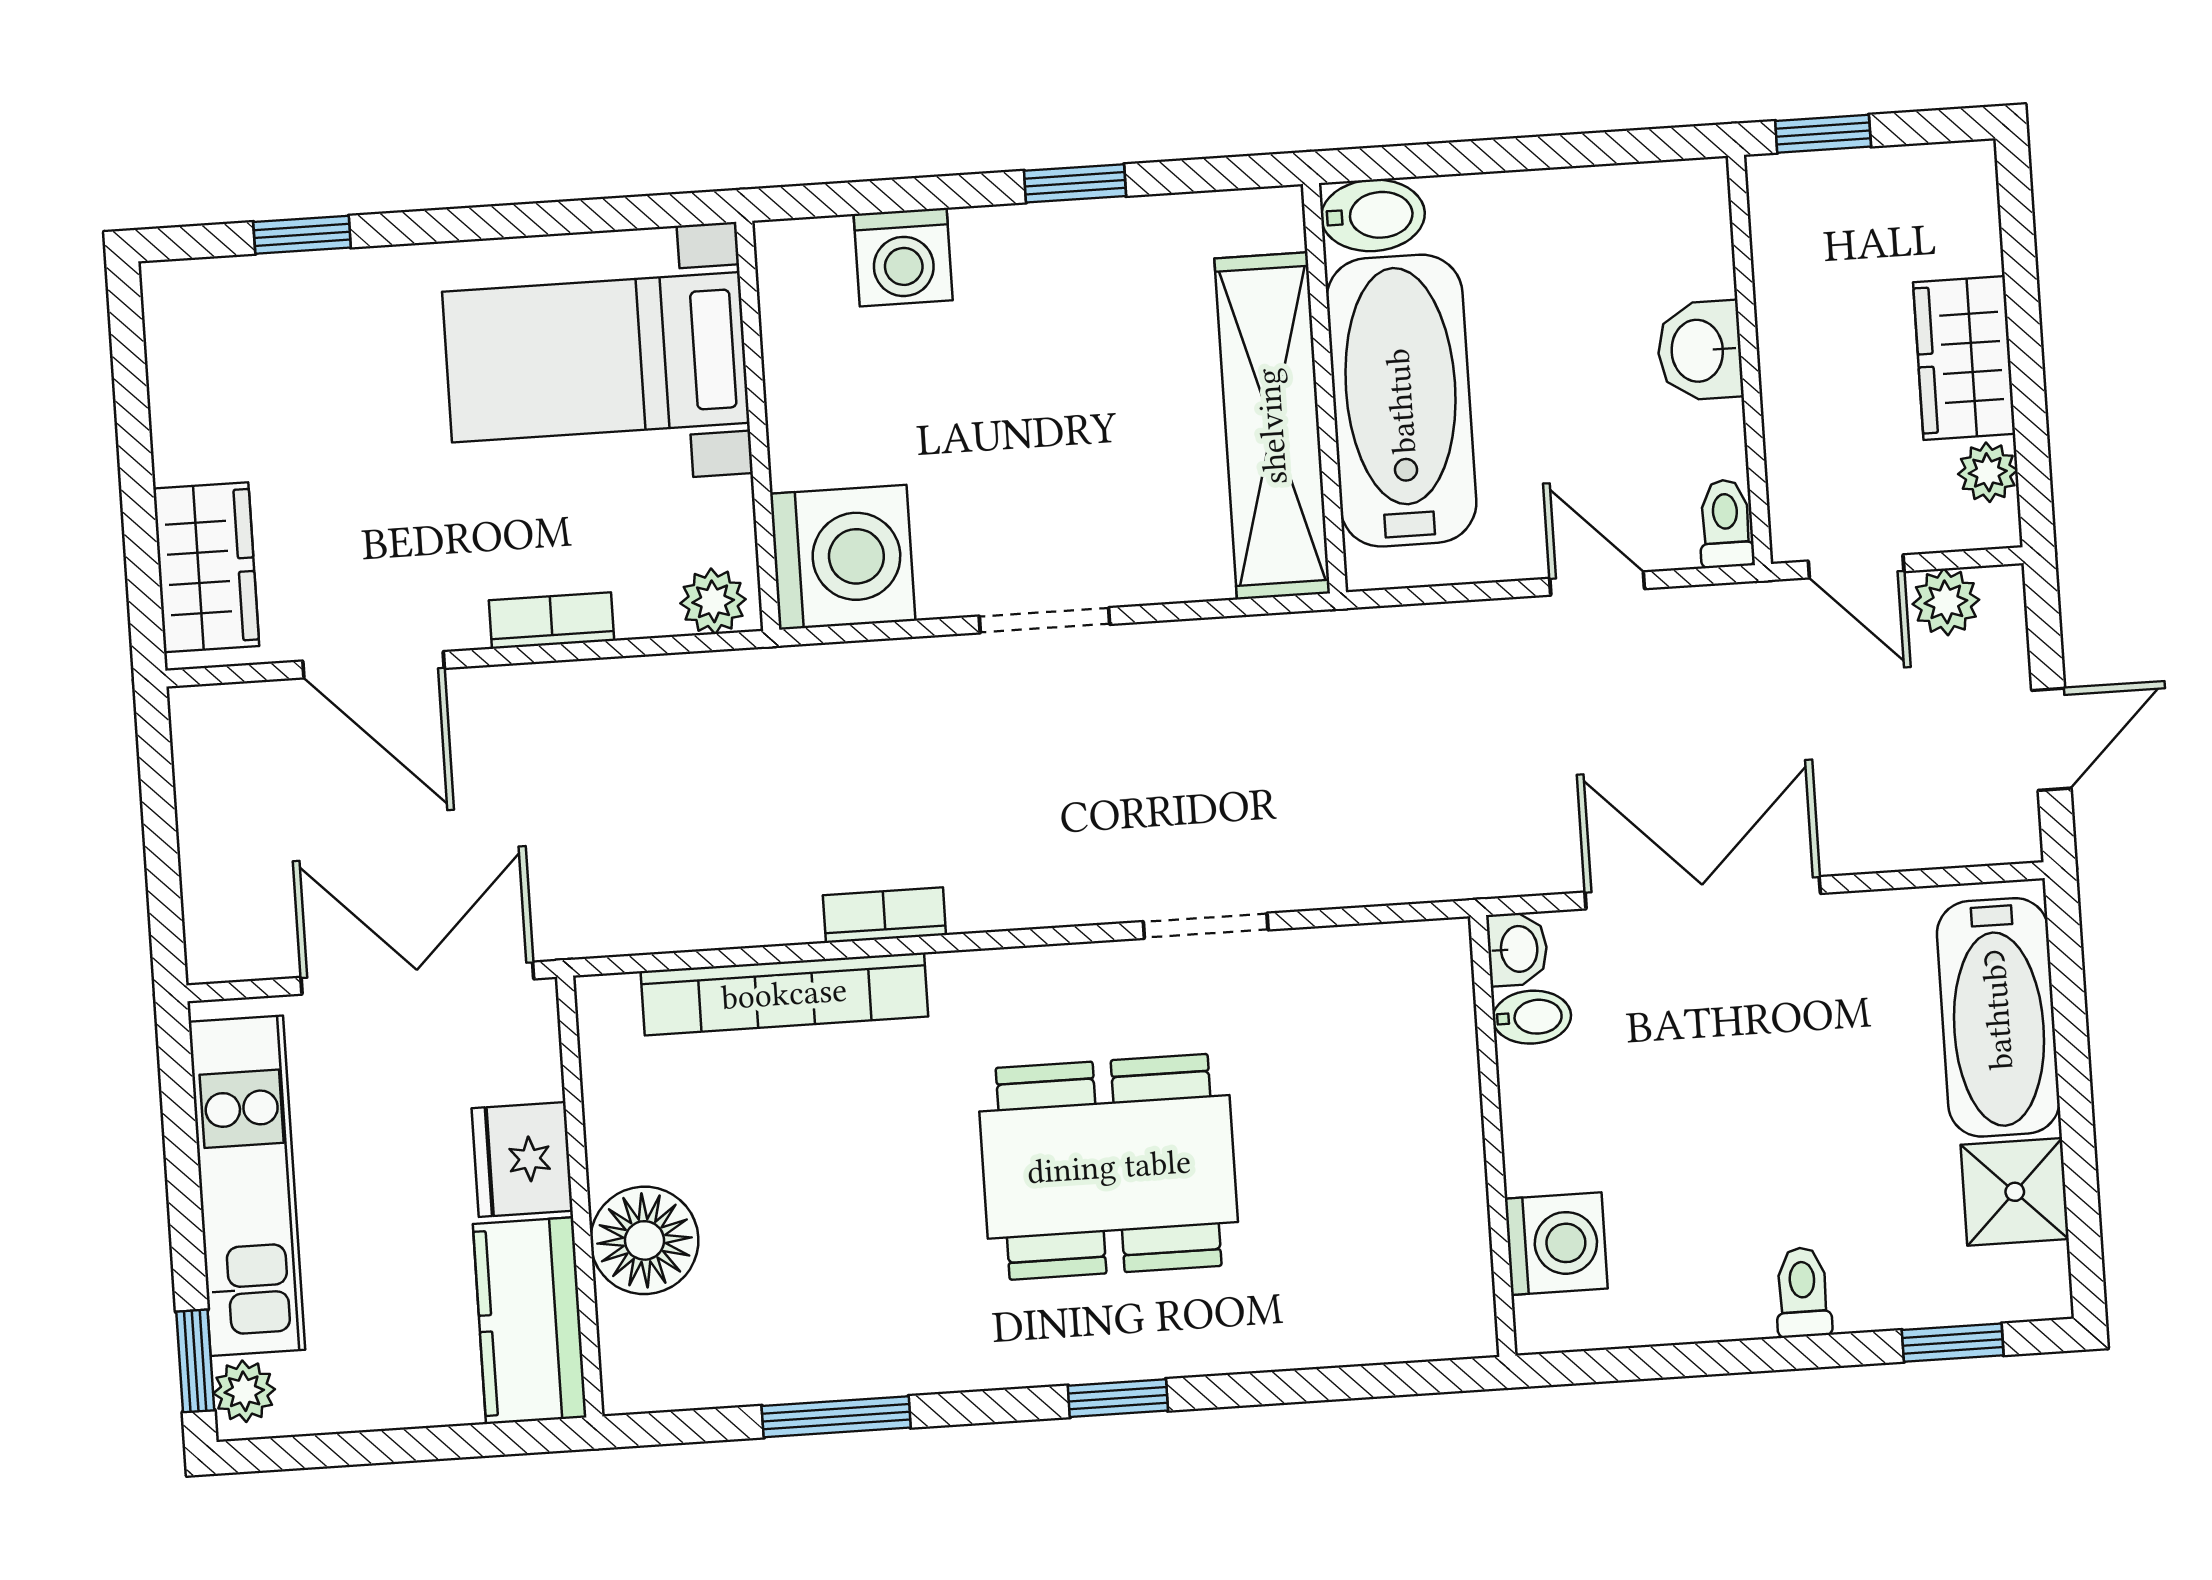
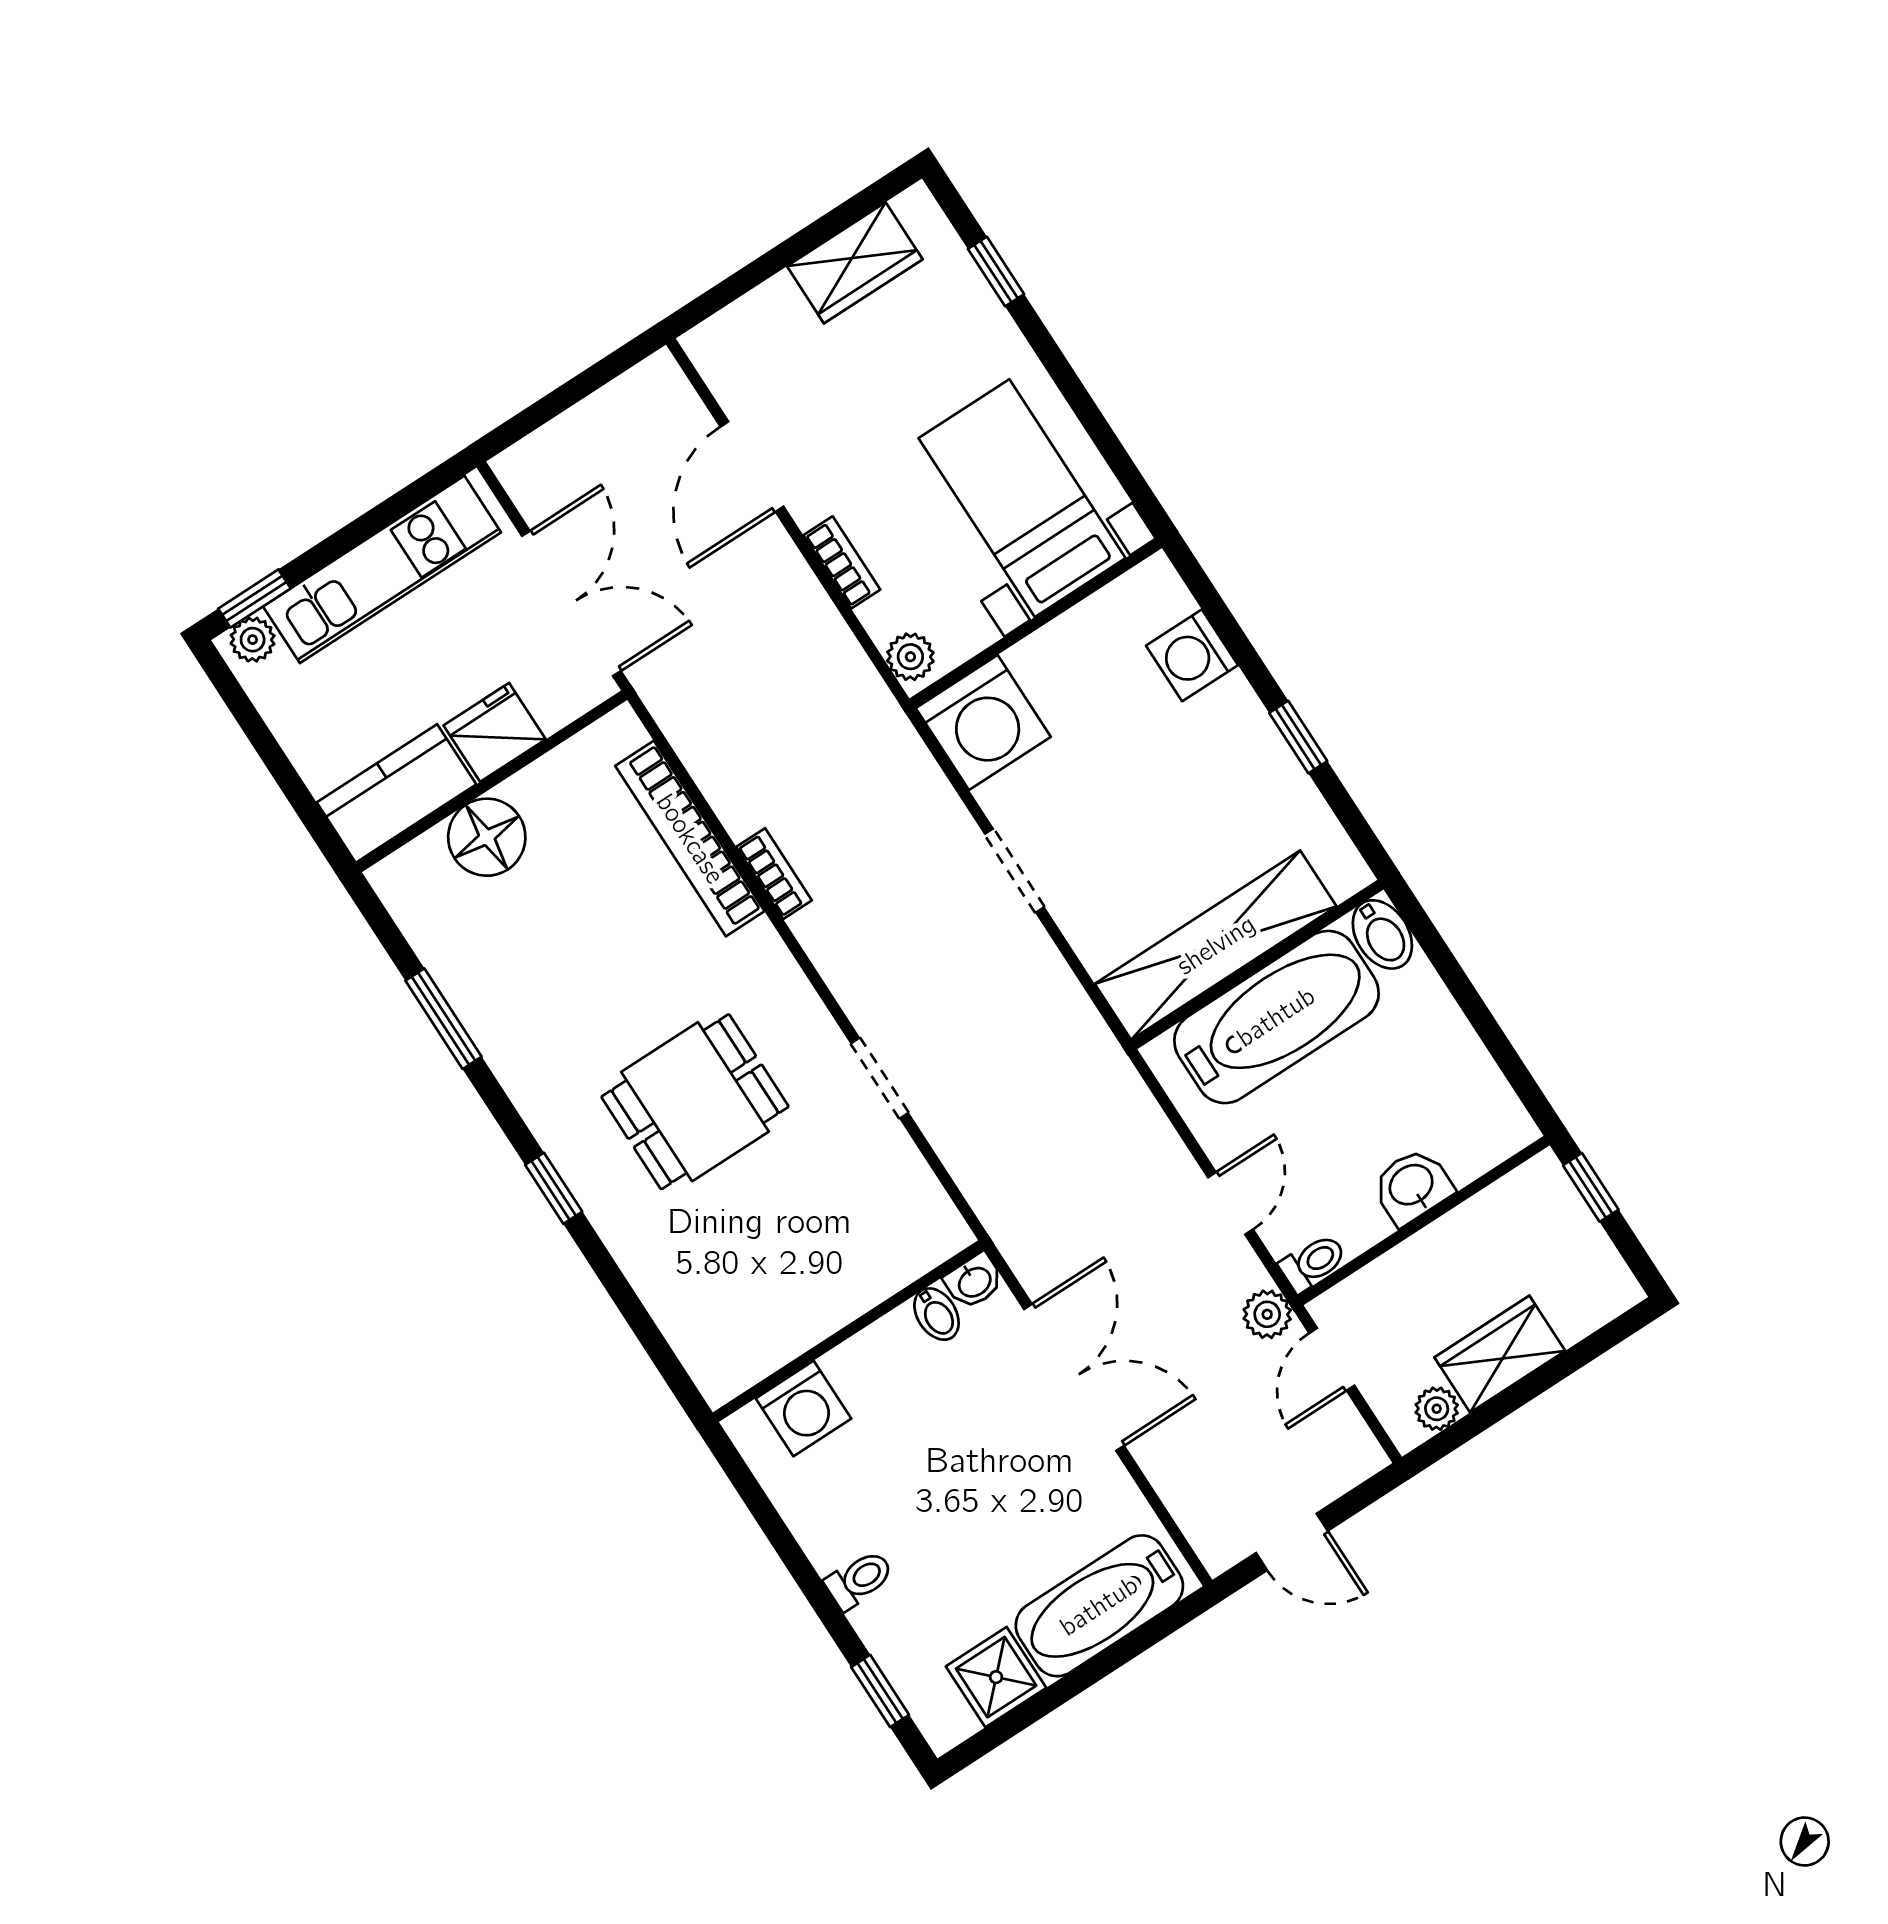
wardrobe: (206, 567) -> (855, 263), moved
plant: (1946, 602) -> (1267, 1314), moved
dining table: (1109, 1167) -> (695, 1102), width x0.73

